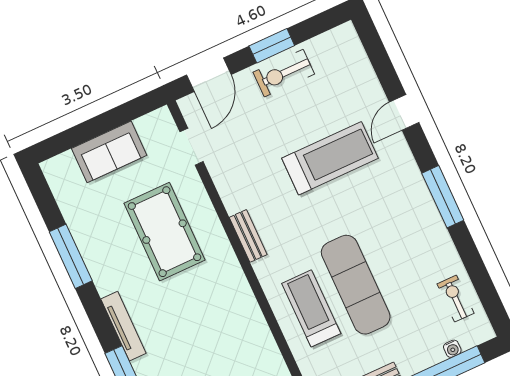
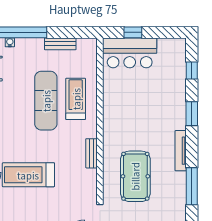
treadmill: (311, 308) -> (76, 99), turned 180
tv unit: (123, 326) -> (181, 151), moved

